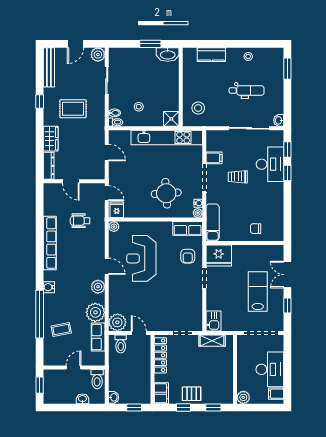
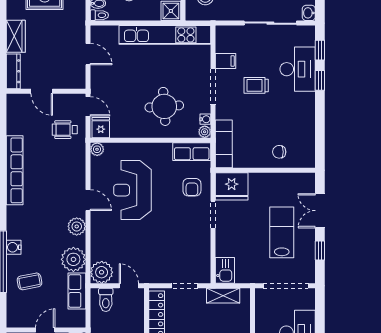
wheelchair: (80, 221) -> (65, 130), moved
water cooler: (49, 287) -> (14, 247), moved

